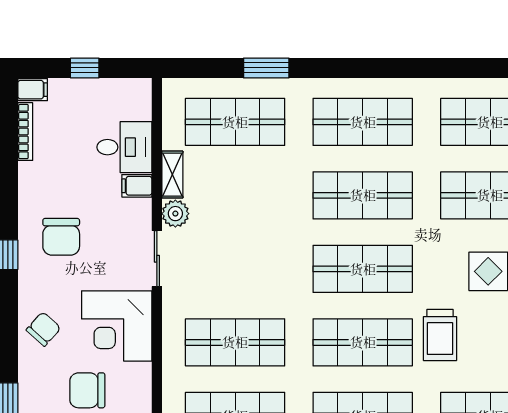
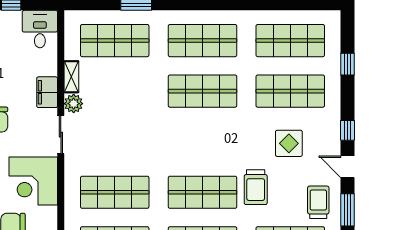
desk: (124, 147) -> (40, 29), moved, turned -90
filing cabinet: (137, 186) -> (47, 92), width x2.00
shop shelf: (363, 269) -> (202, 142), removed

